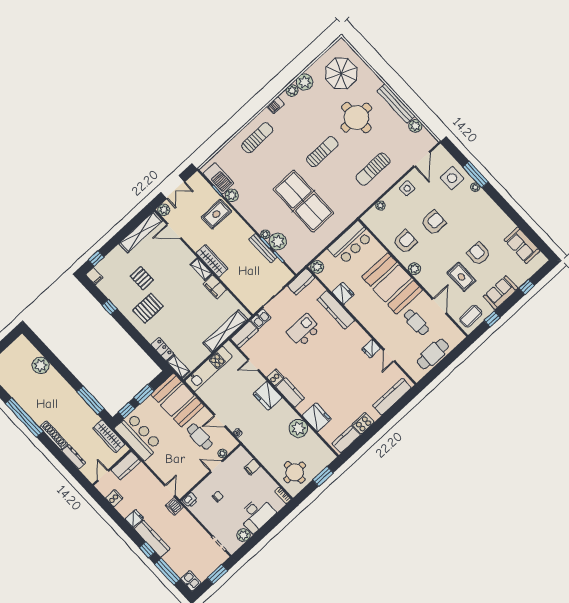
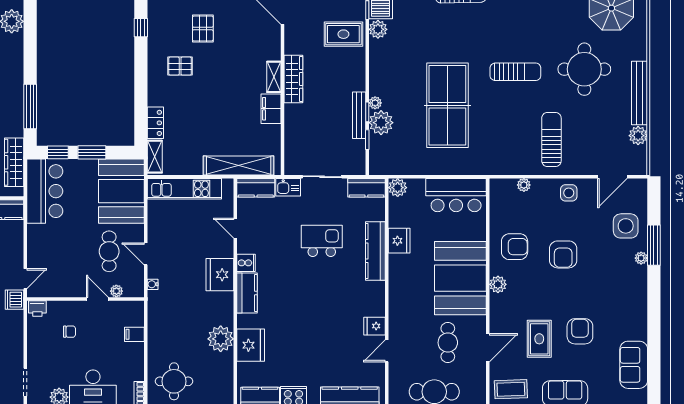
sun lounger: (373, 169) -> (551, 140), turned 90
armchair: (434, 222) -> (563, 254), turned 90
pallet: (148, 308) -> (180, 66), width x0.67, depth x0.71

